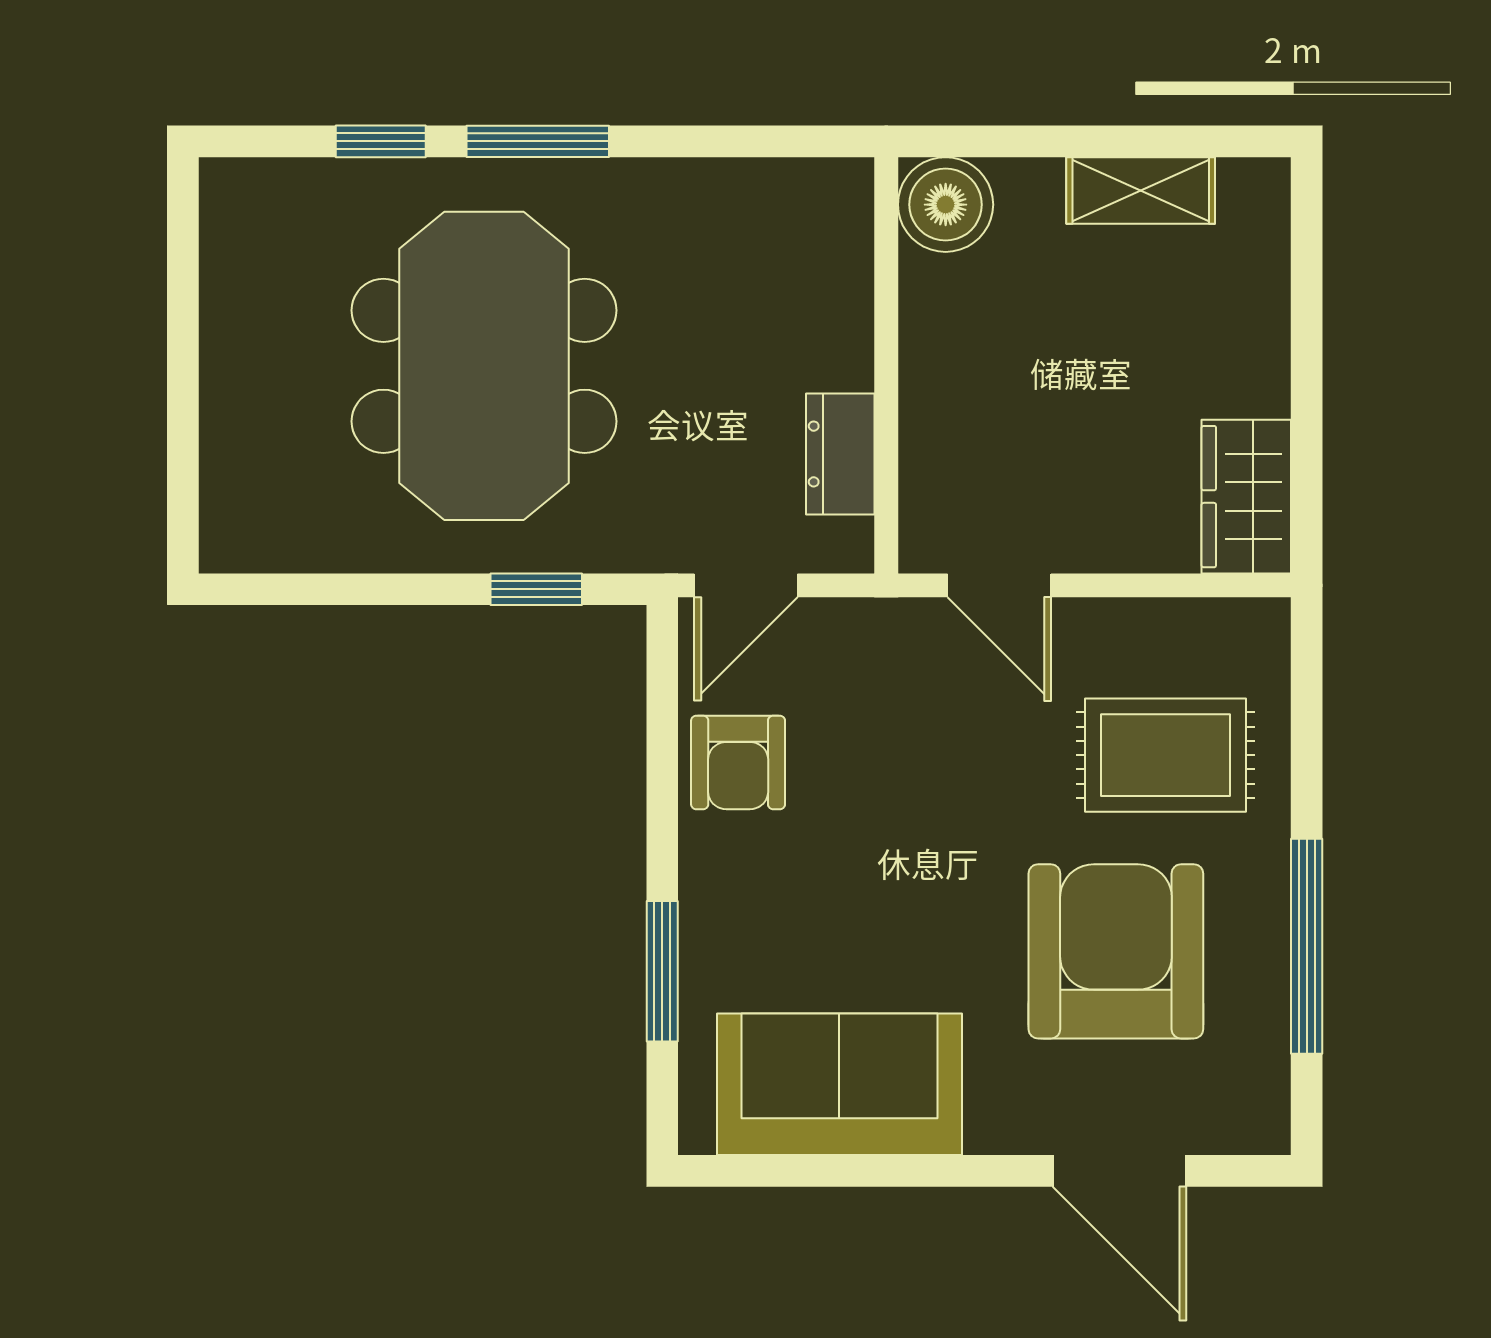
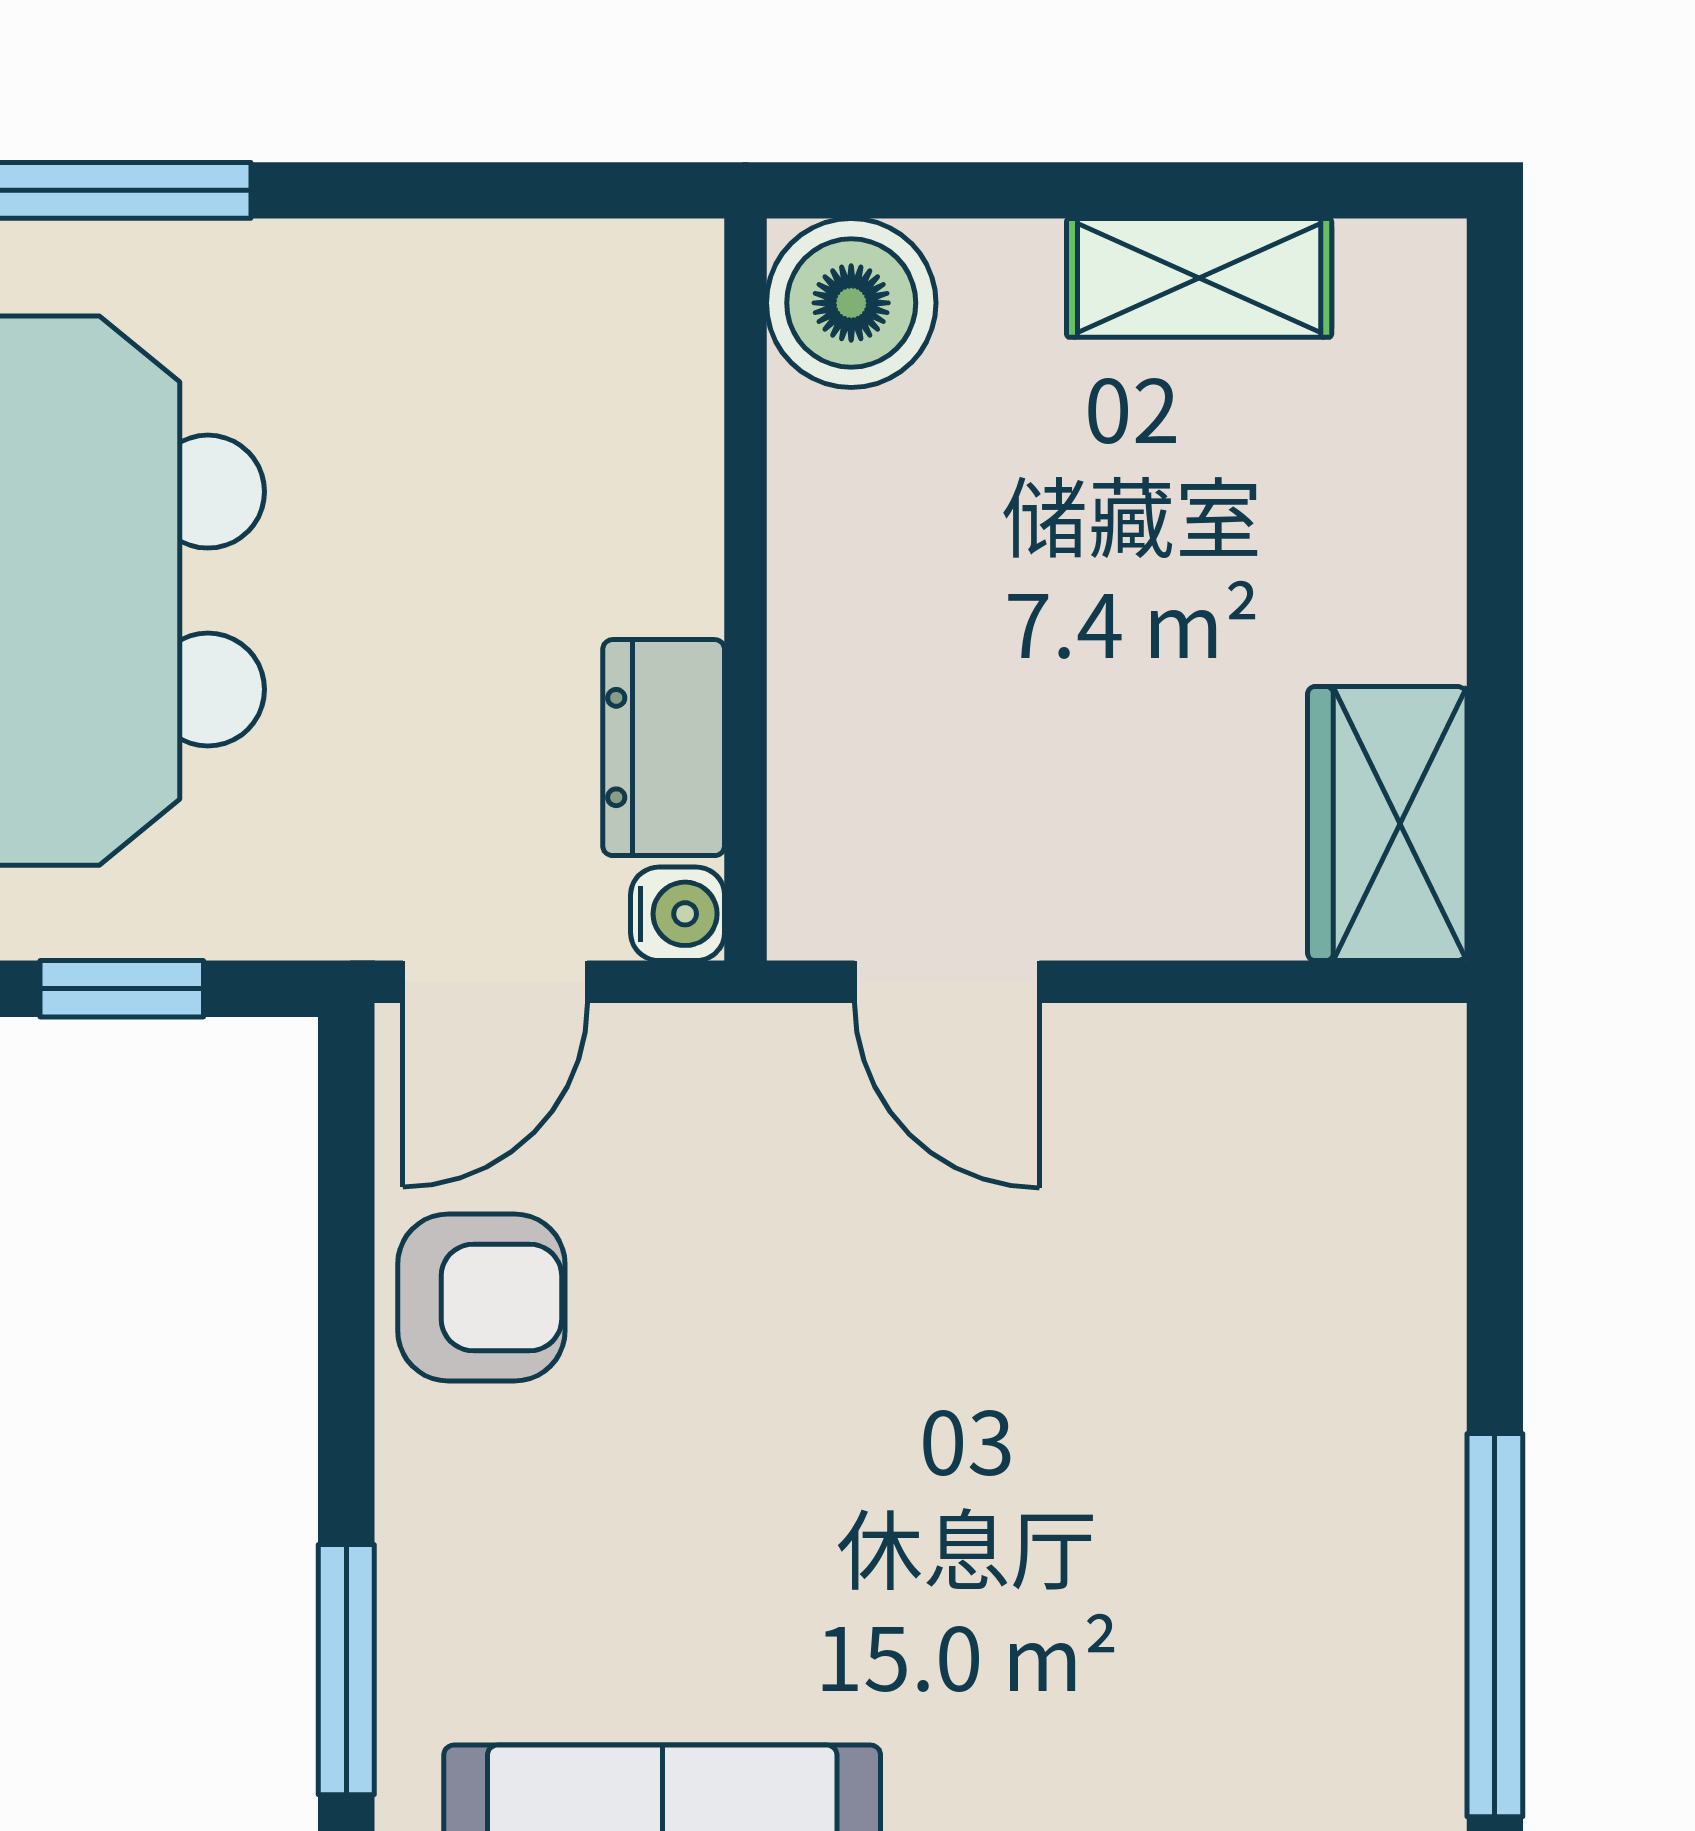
water cooler: (848, 547) -> (678, 914), added
rug: (1166, 755) -> (1243, 1284), removed
armchair: (738, 762) -> (481, 1297), turned -90
armchair: (1116, 951) -> (1155, 1634), removed

